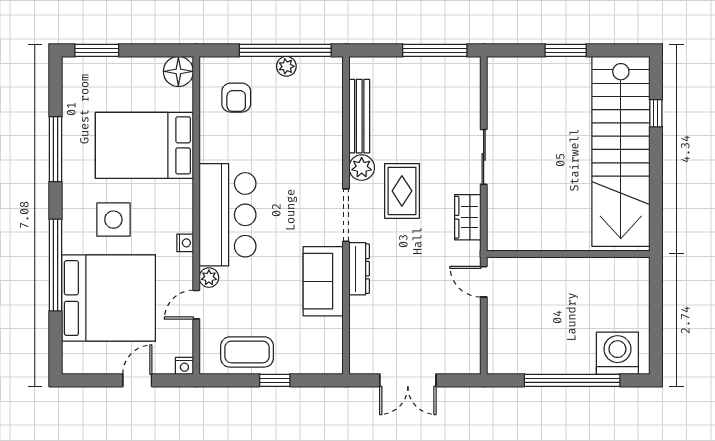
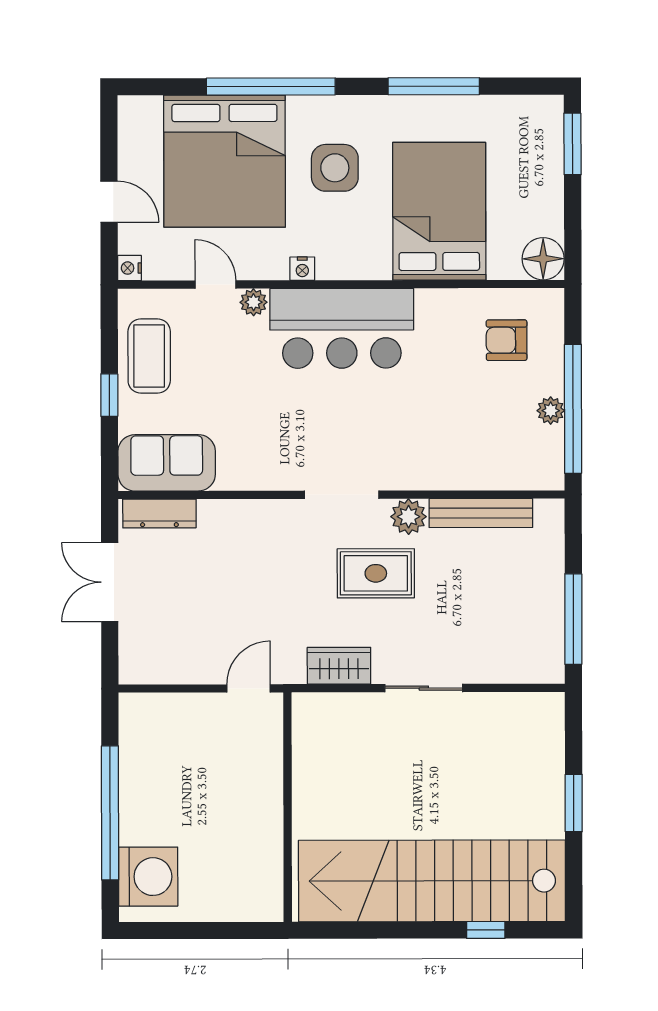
dresser: (359, 269) -> (159, 513), moved
sofa: (323, 281) -> (167, 463), moved

